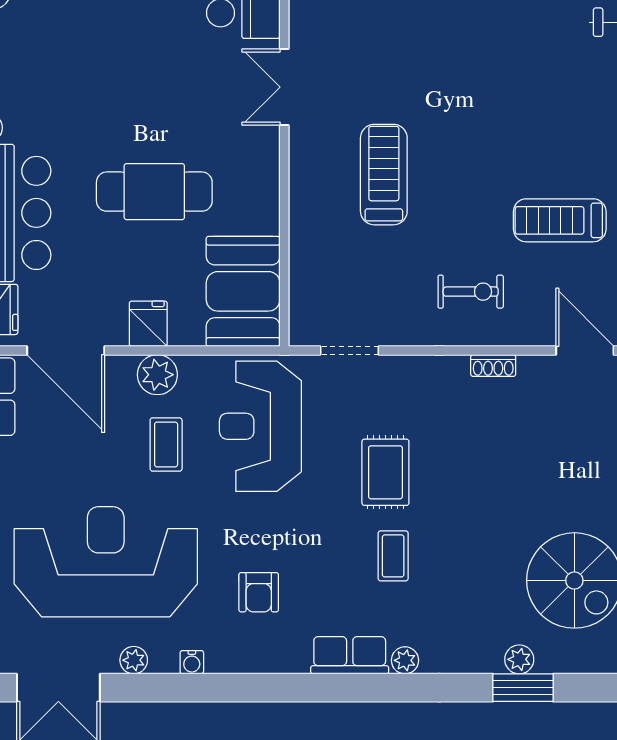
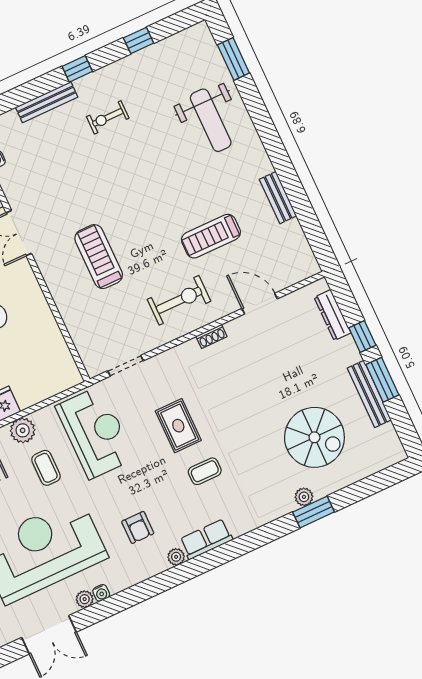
booth: (243, 291) -> (49, 360), removed
exercise bike: (471, 292) -> (179, 300), width x1.38, depth x1.39
reception desk: (260, 426) -> (95, 432), turned 180
coffee table: (393, 556) -> (205, 471), turned 90
plant: (405, 660) -> (176, 557), moved
water cooler: (192, 662) -> (101, 593), moved

